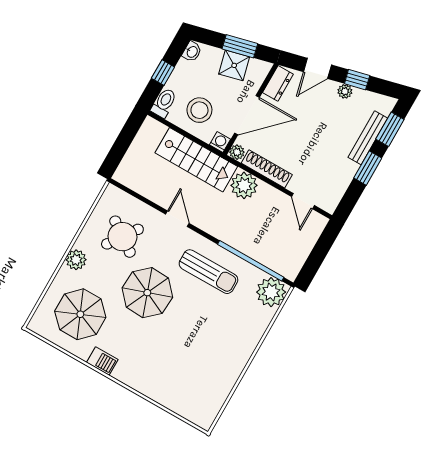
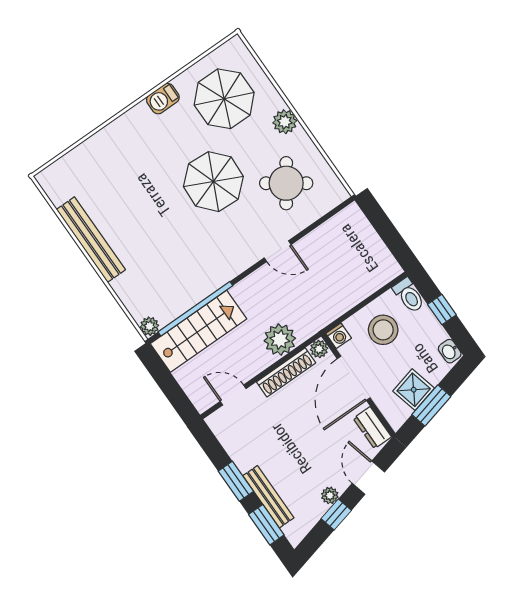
stairs: (196, 160) -> (198, 331), moved, turned 180
sun lounger: (208, 272) -> (205, 258), removed
plant: (271, 292) -> (150, 326), width x0.53, depth x0.53
bench: (235, 365) -> (91, 240), added

